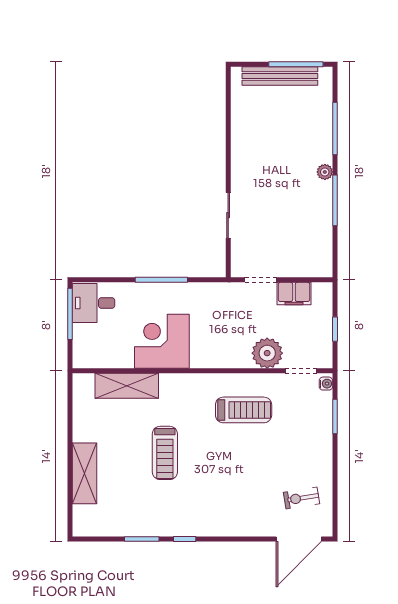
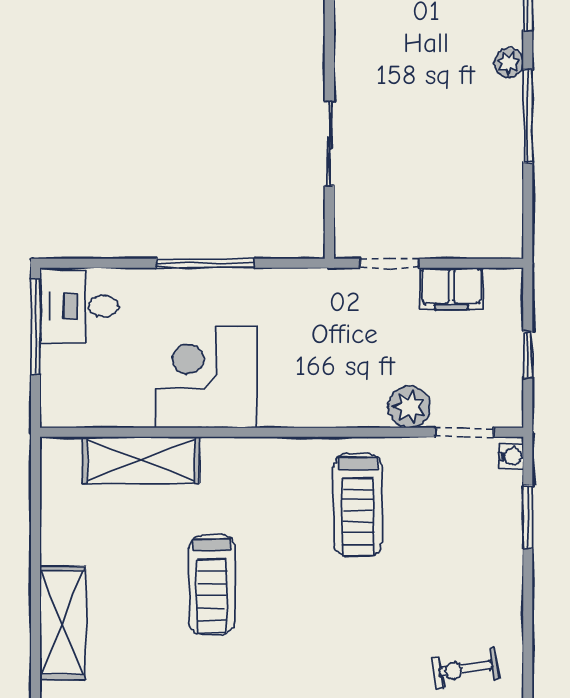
plant: (267, 353) -> (409, 407), width x0.73, depth x0.73
treadmill: (244, 410) -> (358, 505), turned 90

